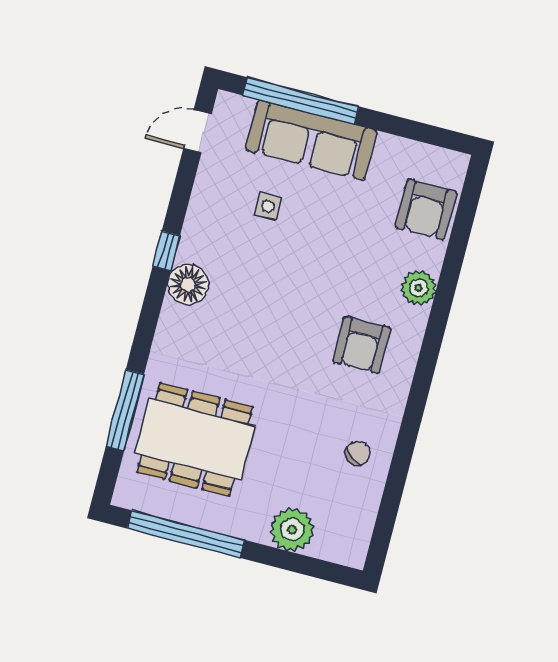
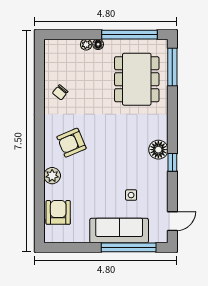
armchair: (362, 345) -> (71, 143), turned -113
window: (125, 410) -> (172, 67), moved
dining table: (195, 439) -> (137, 79), turned 90
plant: (292, 530) -> (86, 45), width x0.53, depth x0.53
floor lamp: (255, 531) -> (98, 44), added

